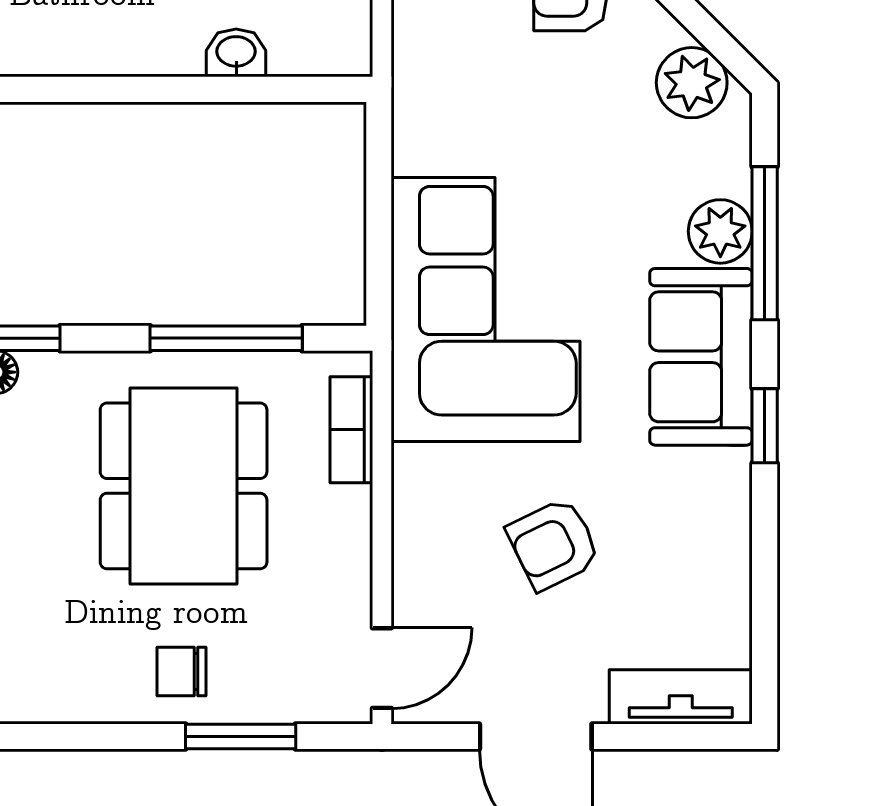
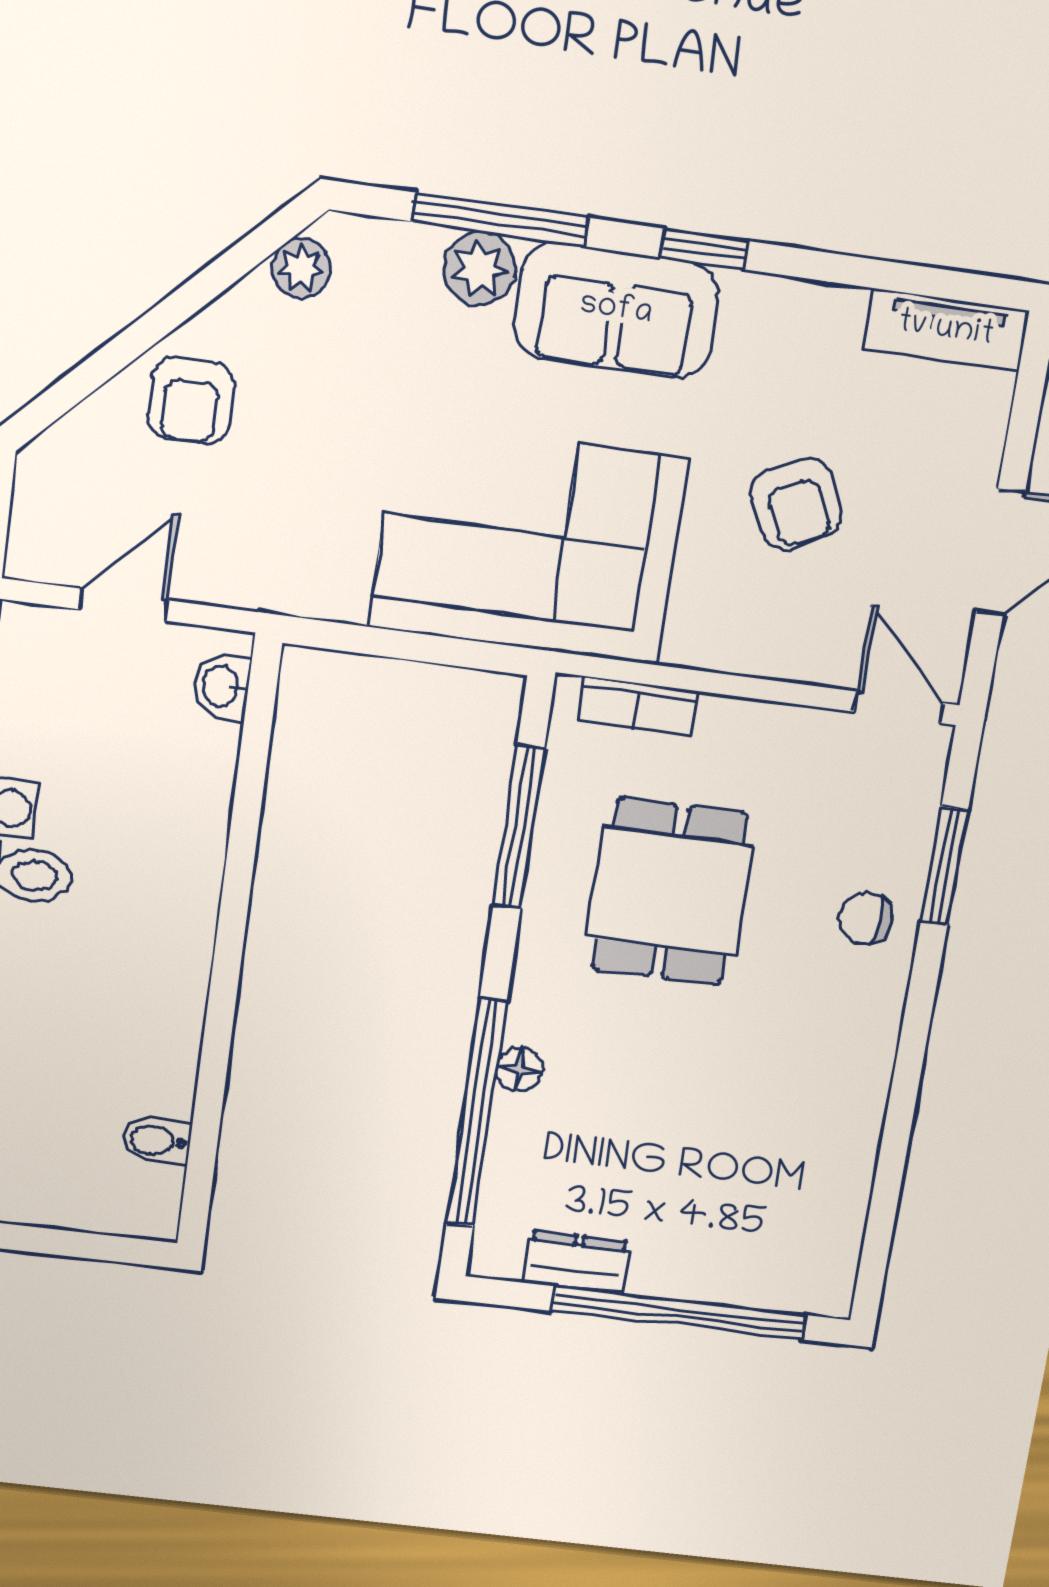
washbasin: (236, 53) -> (222, 687), moved
plant: (692, 83) -> (301, 268), width x0.73, depth x0.73
dining table: (184, 486) -> (670, 891), width x0.73
chair: (181, 672) -> (865, 918), turned 93
tv unit: (681, 697) -> (946, 330), moved, turned -90

